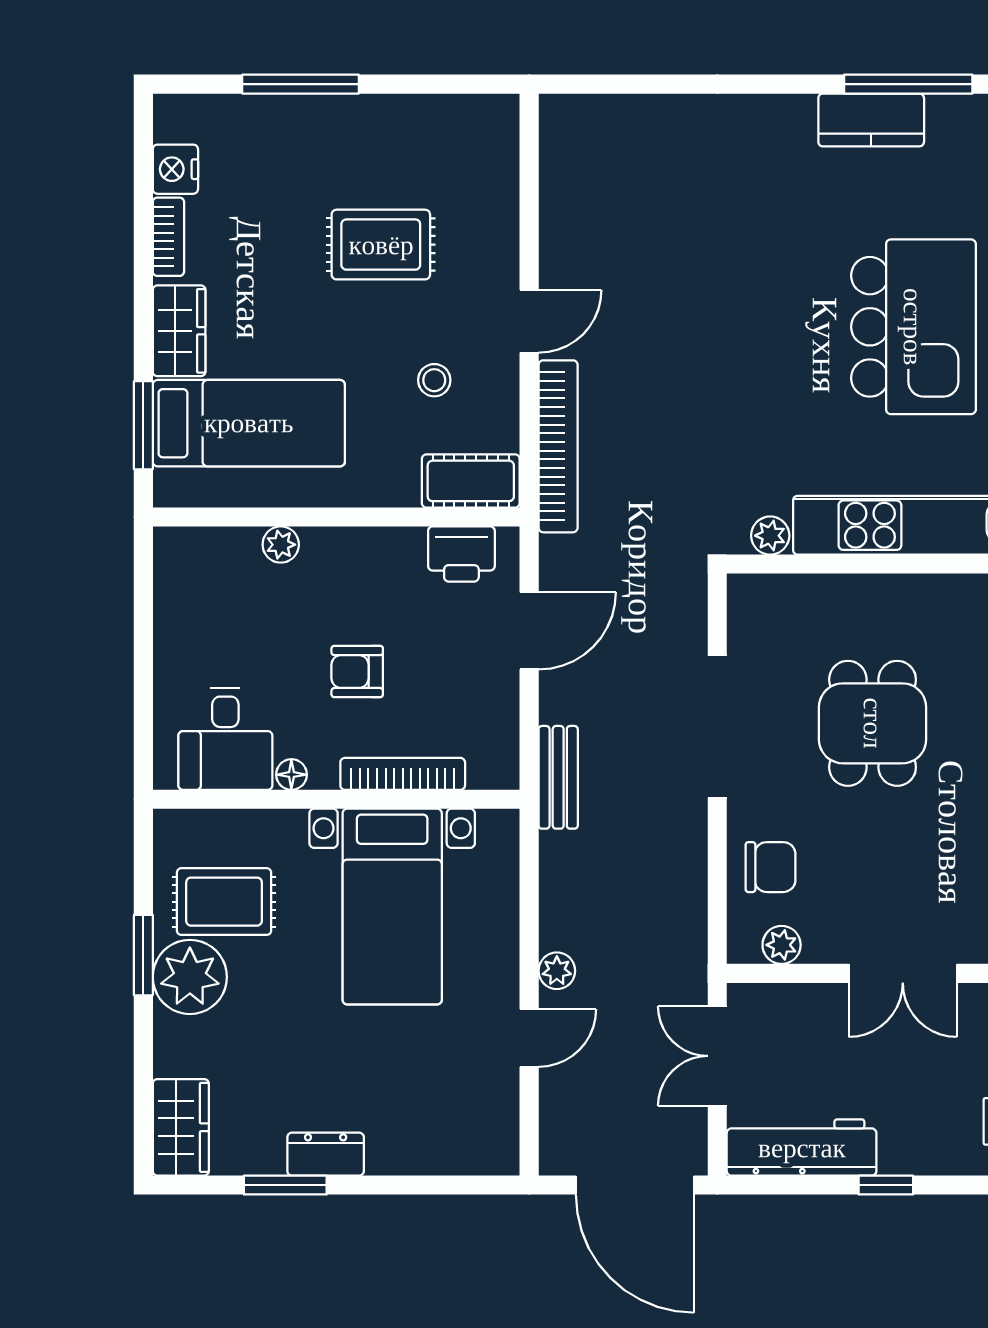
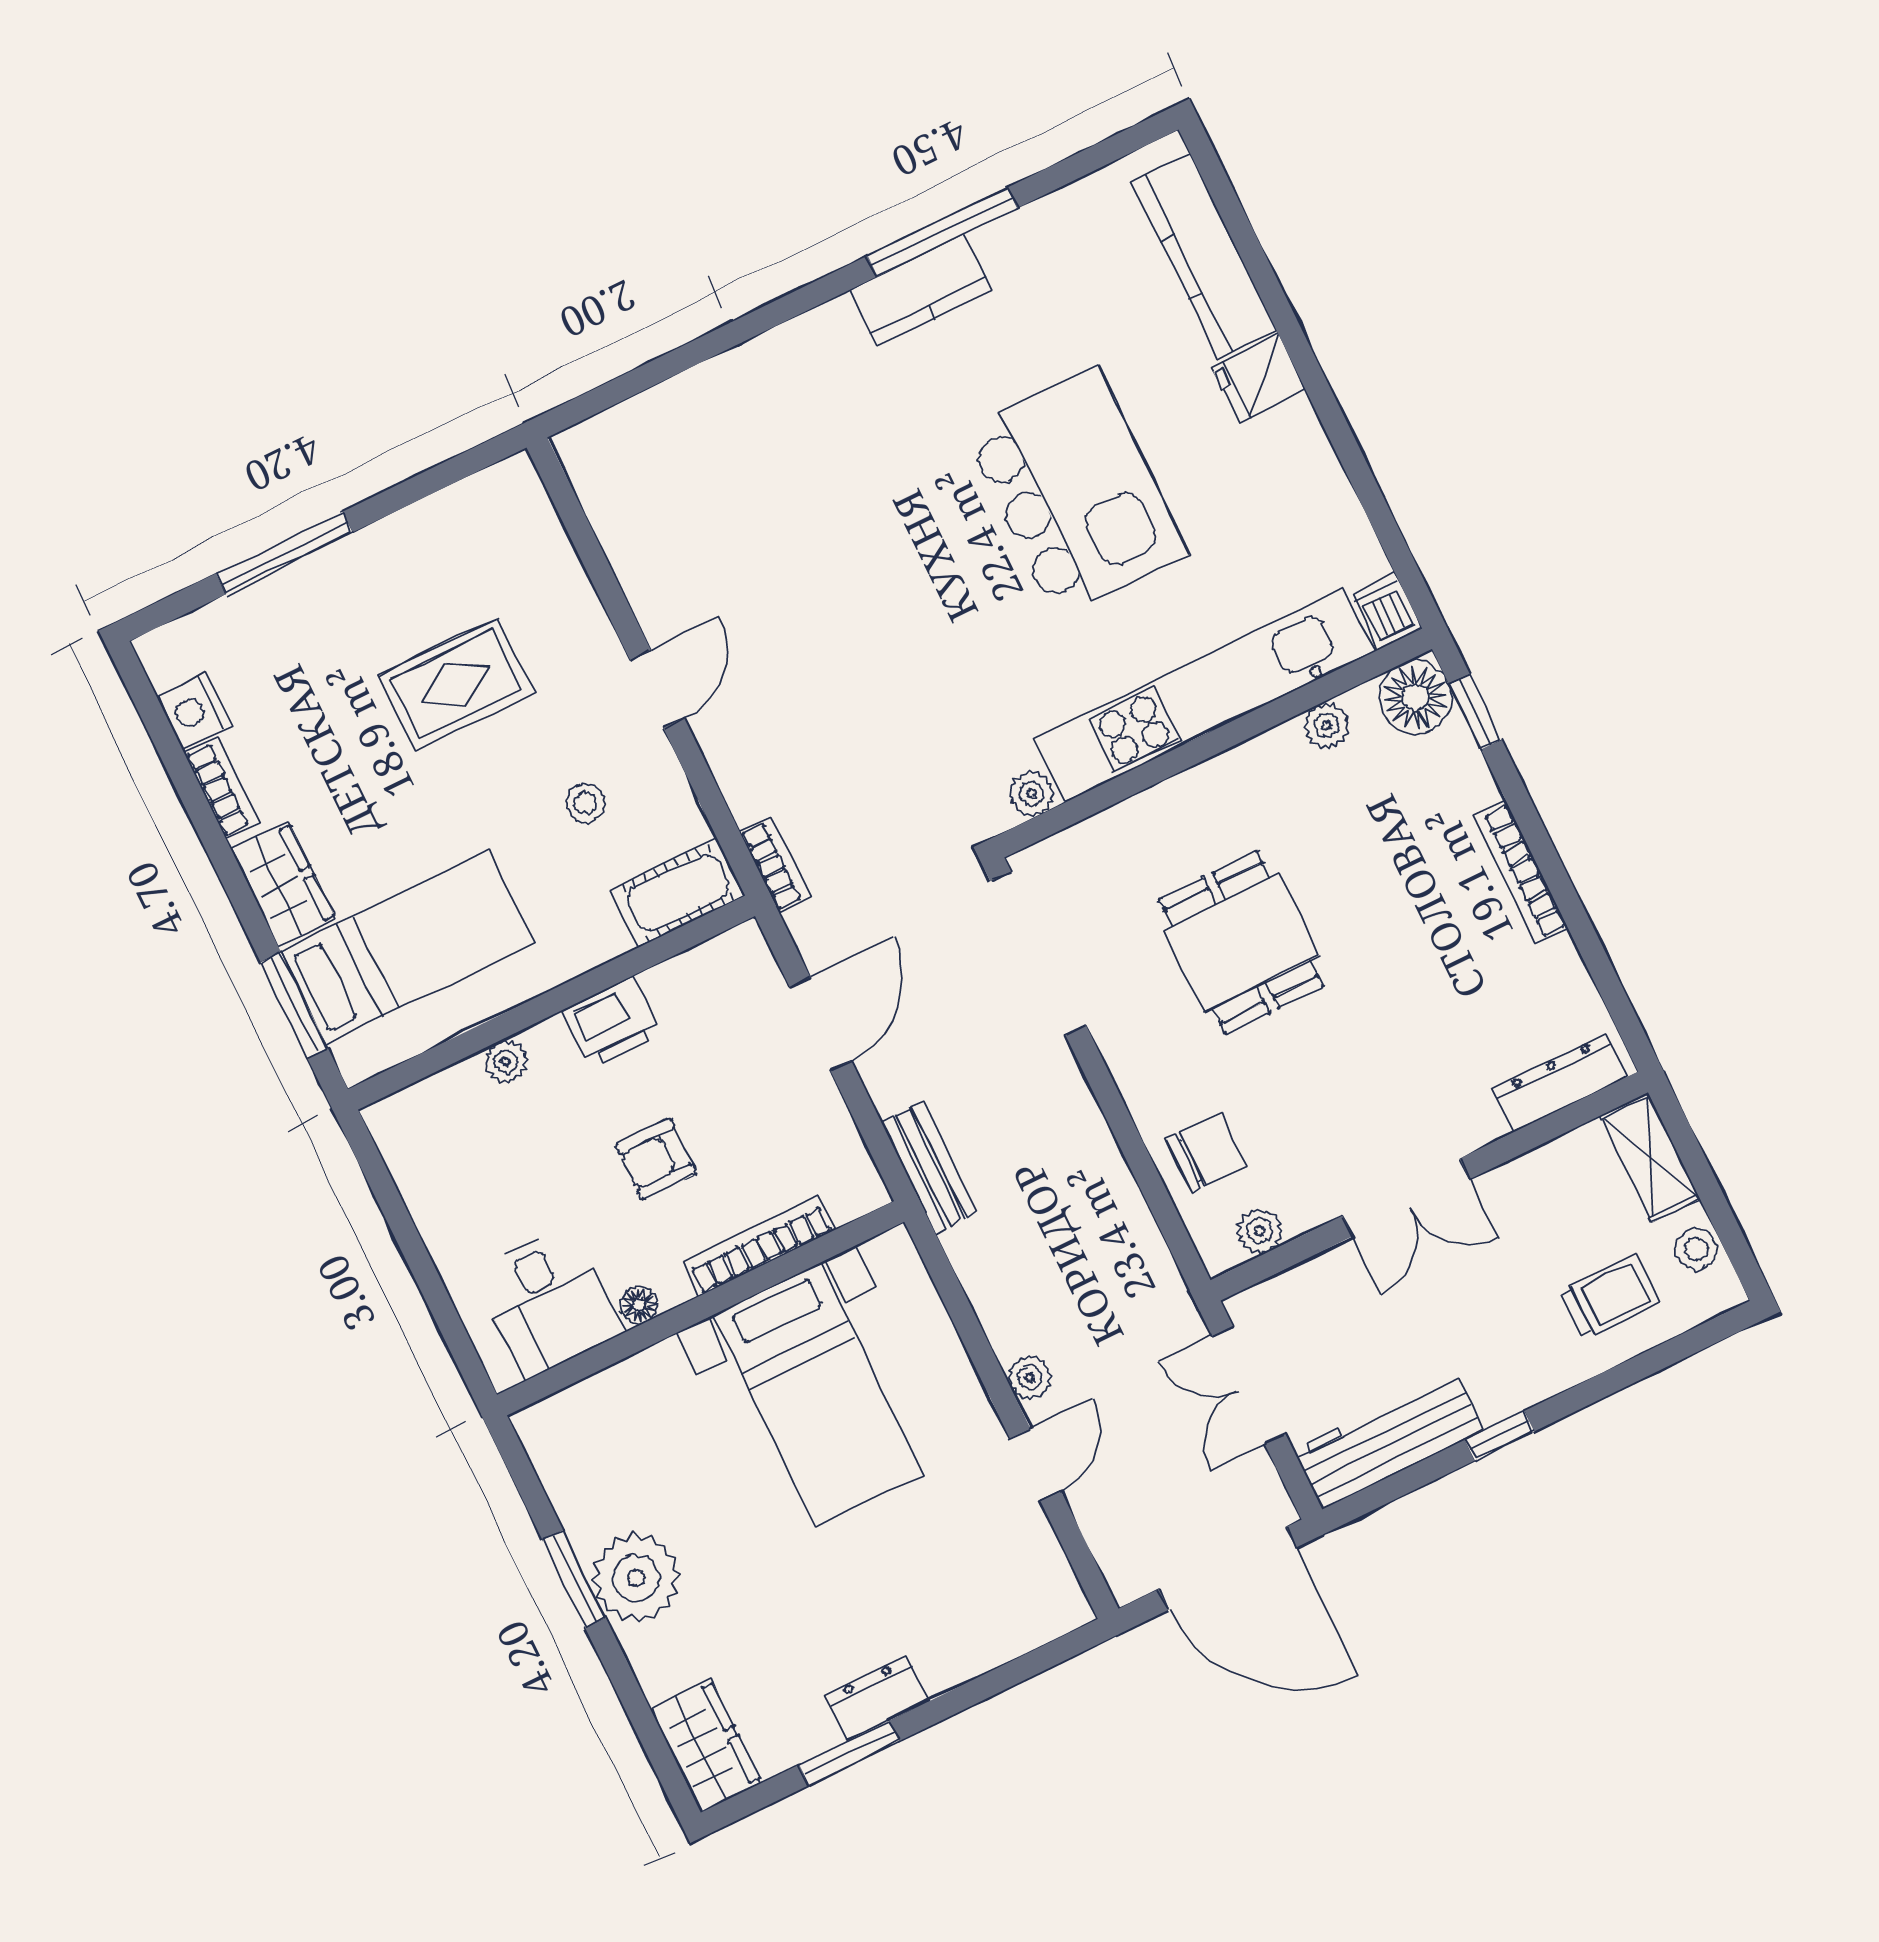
bookcase: (558, 446) -> (775, 864), width x0.43, depth x0.76
printer: (461, 554) -> (612, 1023), moved
doorway: (717, 726) -> (1038, 953), moved
rug: (224, 902) -> (633, 1478), removed

